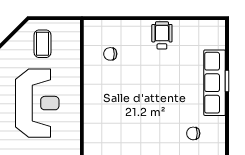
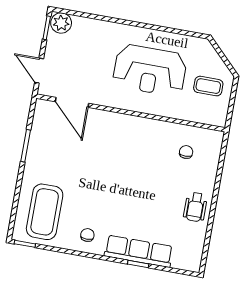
wheelchair: (162, 35) -> (195, 207), turned 90
chair: (193, 133) -> (87, 235), moved

